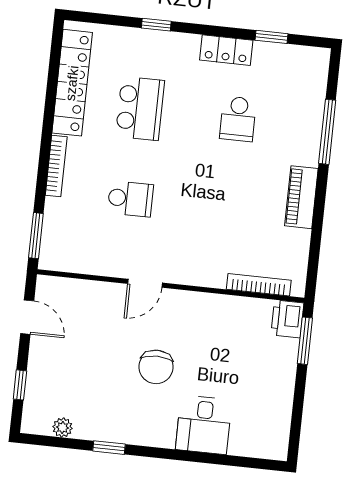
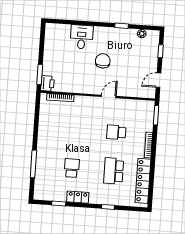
piano: (301, 197) -> (43, 136), removed
door: (27, 317) -> (159, 80), hinge flipped

